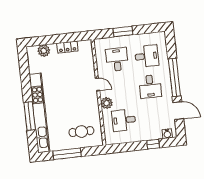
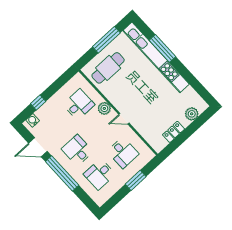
cafe table: (81, 132) -> (108, 68), width x1.37, depth x1.35

